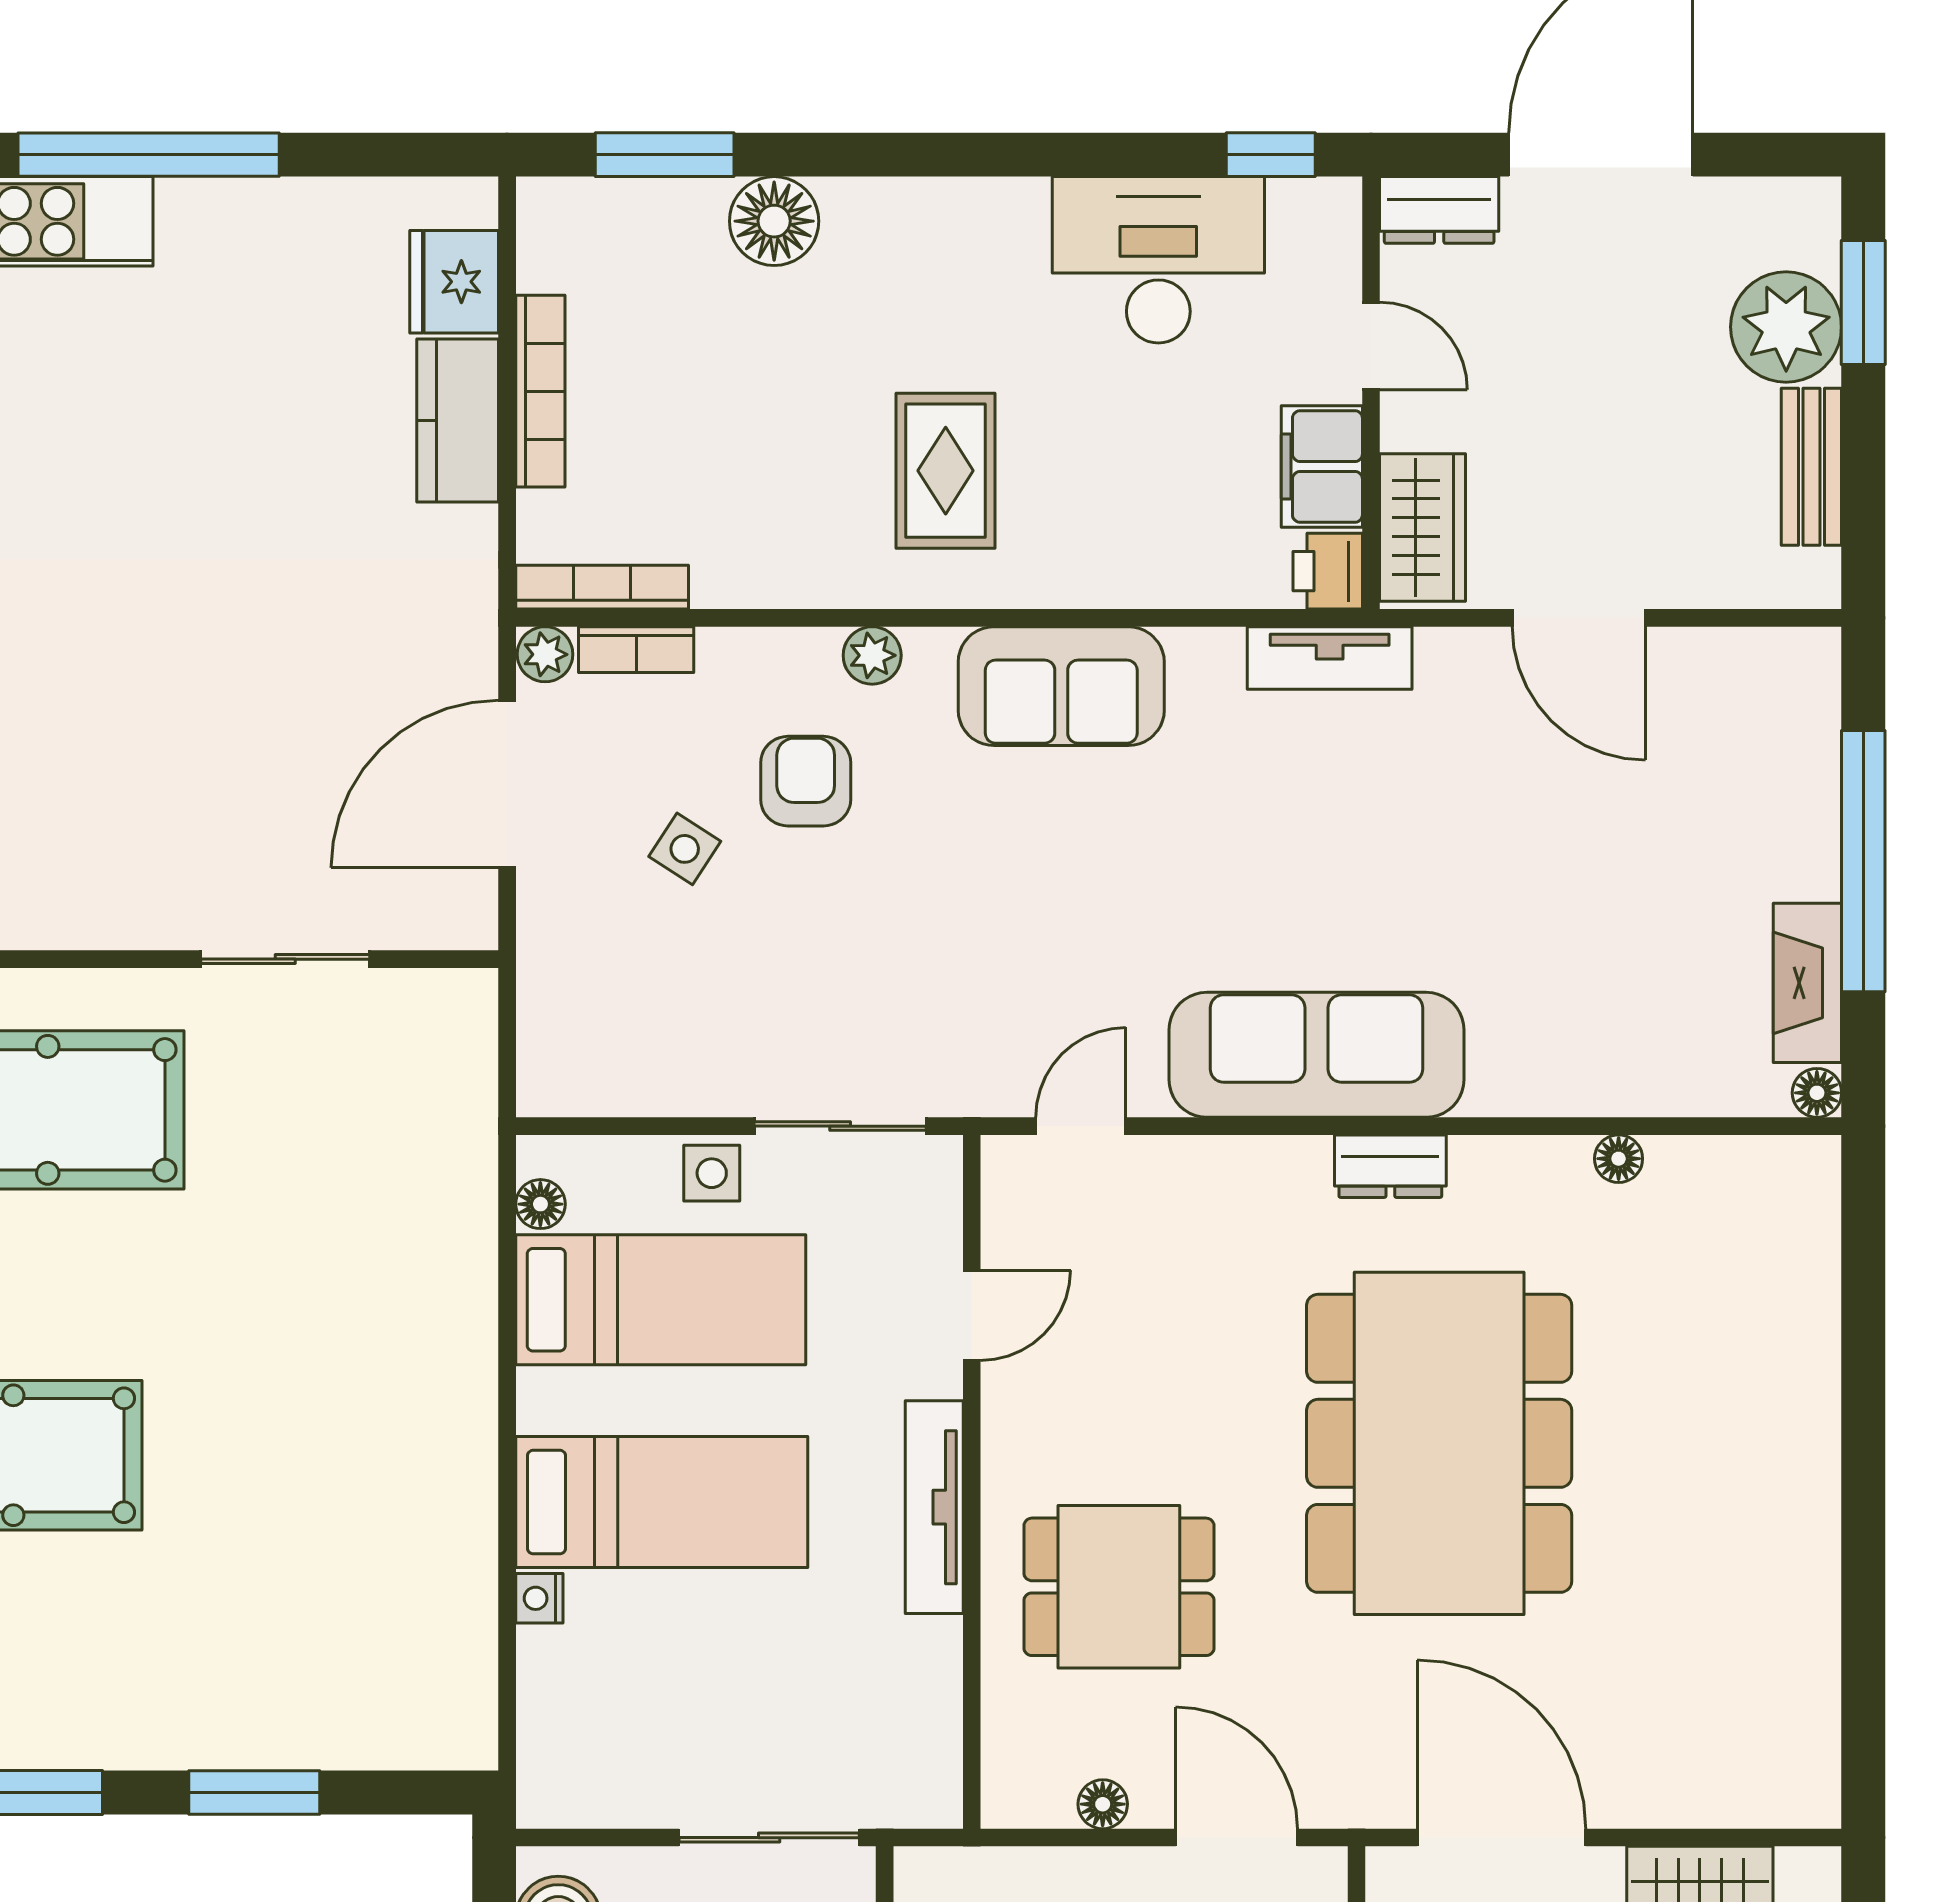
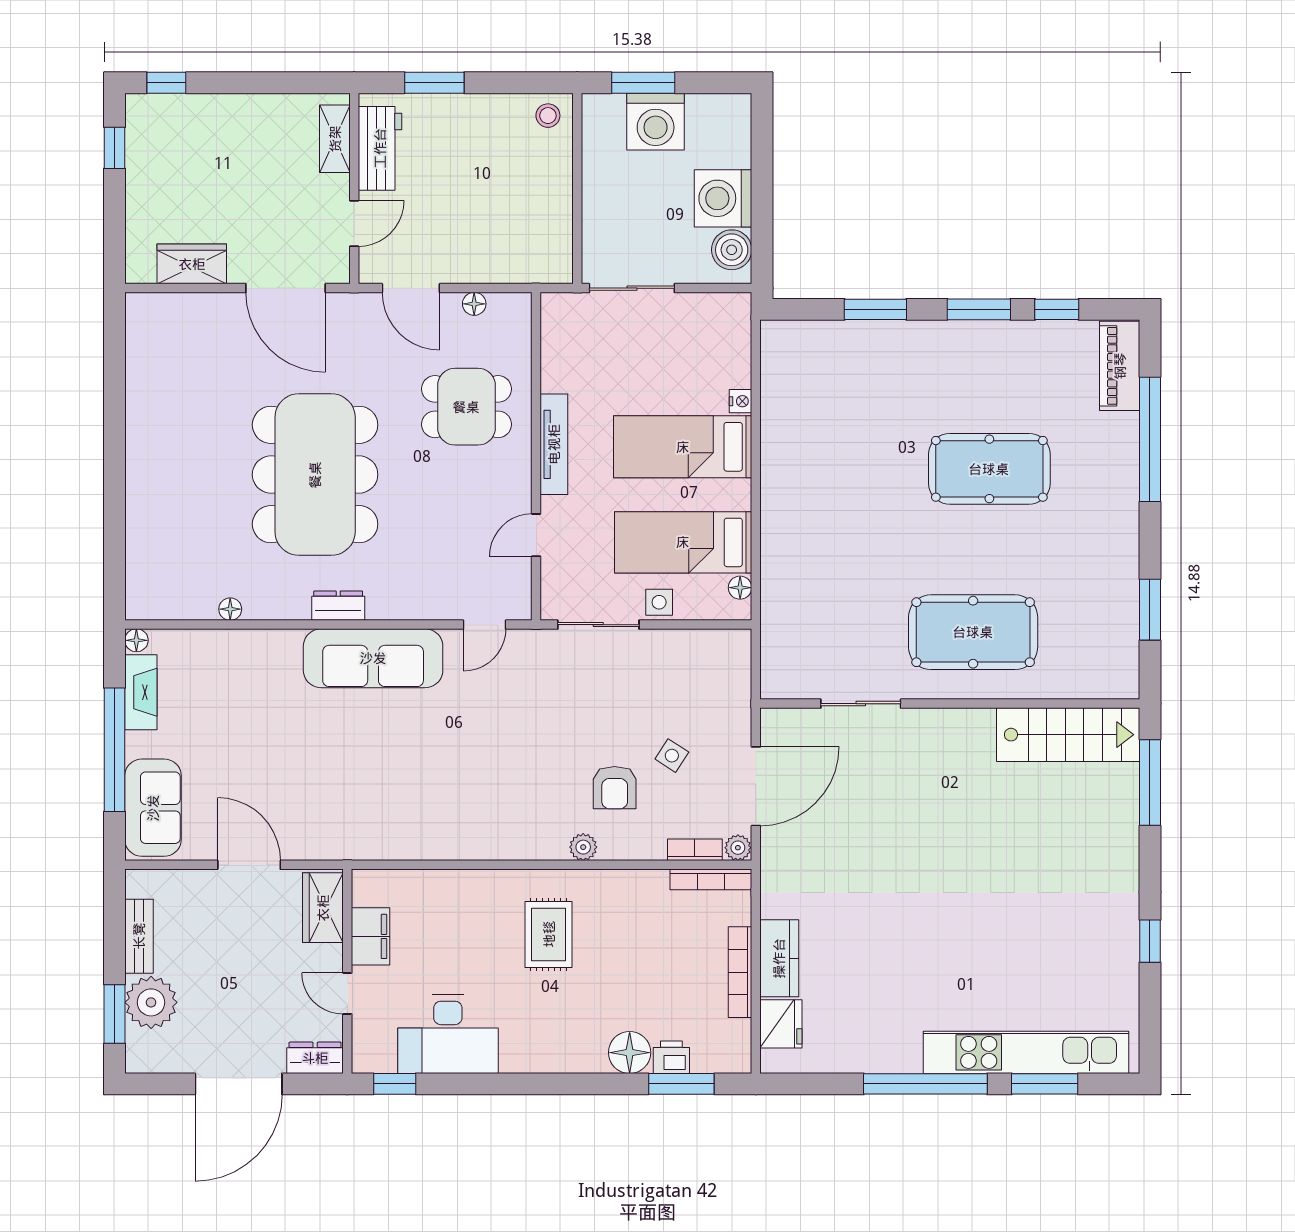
printer: (1328, 571) -> (671, 1057), moved, turned -90
tv unit: (1330, 658) -> (367, 846), removed
sofa: (1061, 686) -> (153, 808), moved, turned 90

